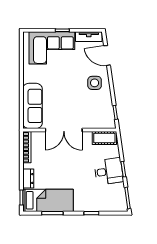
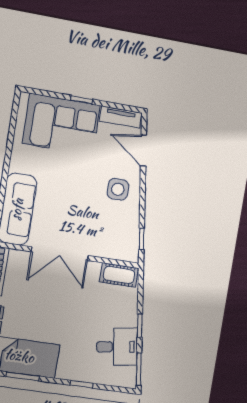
desk: (109, 171) -> (117, 347), moved

